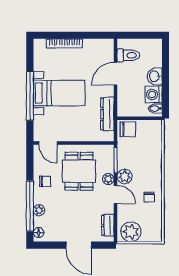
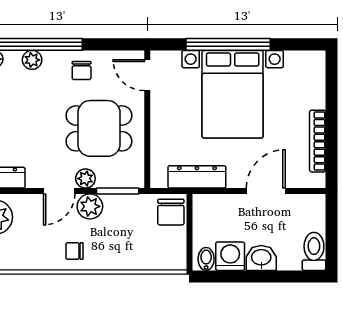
bookcase: (64, 43) -> (318, 141), moved
toilet: (128, 55) -> (314, 251), moved, turned 180
door: (116, 74) -> (266, 191), hinge flipped
bed with nightstands: (59, 93) -> (233, 94), width x1.36
door: (48, 143) -> (147, 75), hinge flipped
chair: (149, 197) -> (74, 251), moved

